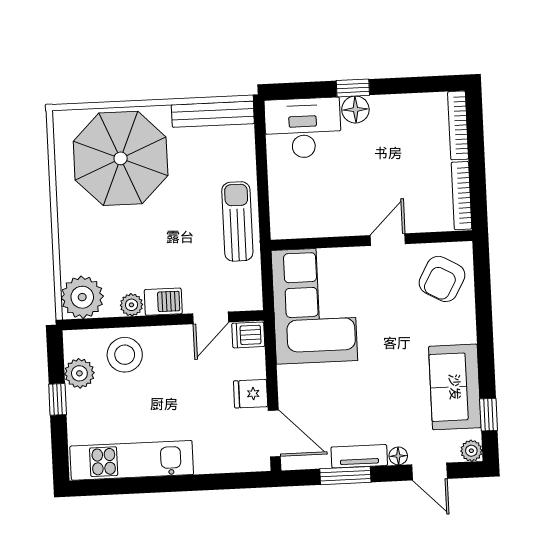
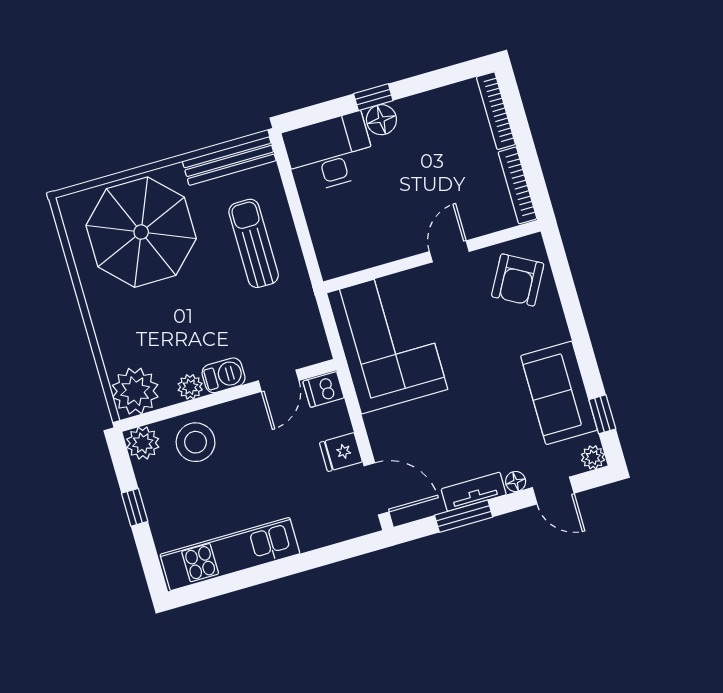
sun lounger: (237, 221) -> (254, 243), moved
plant: (79, 373) -> (143, 443), moved

